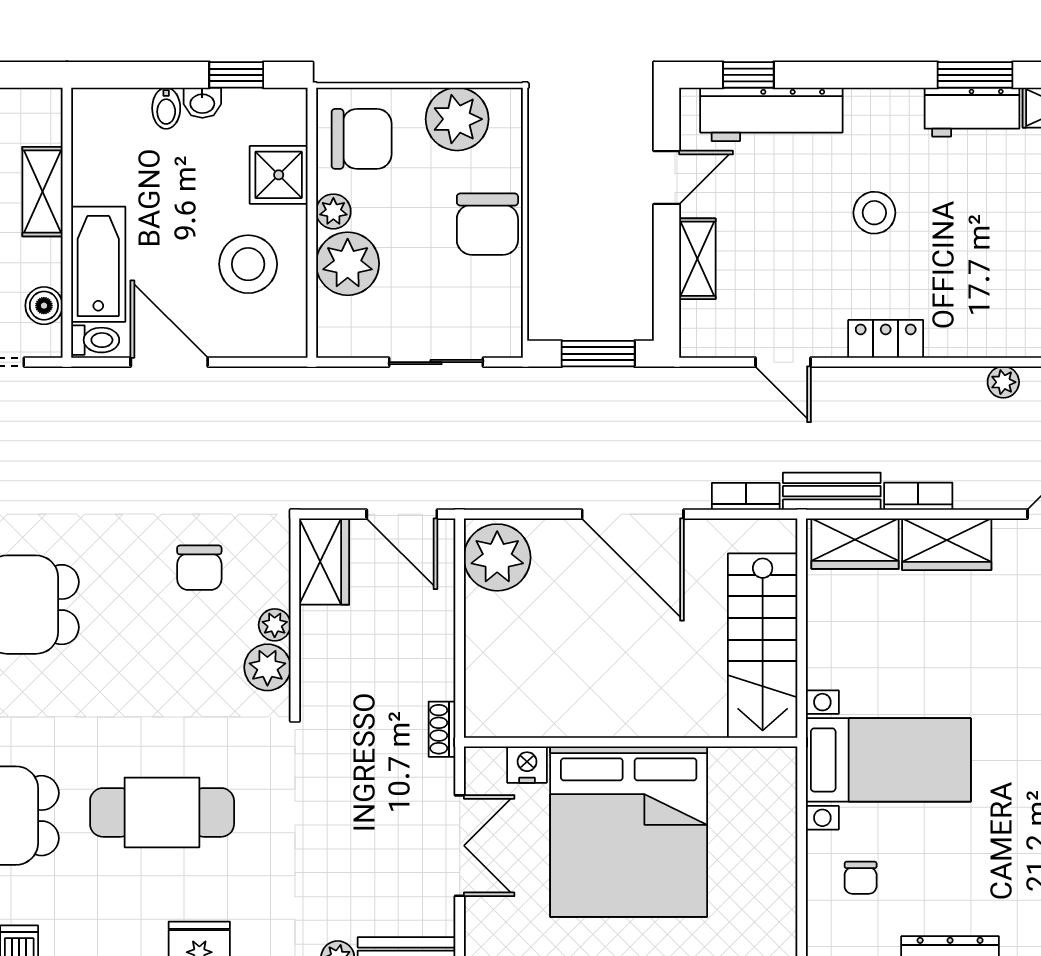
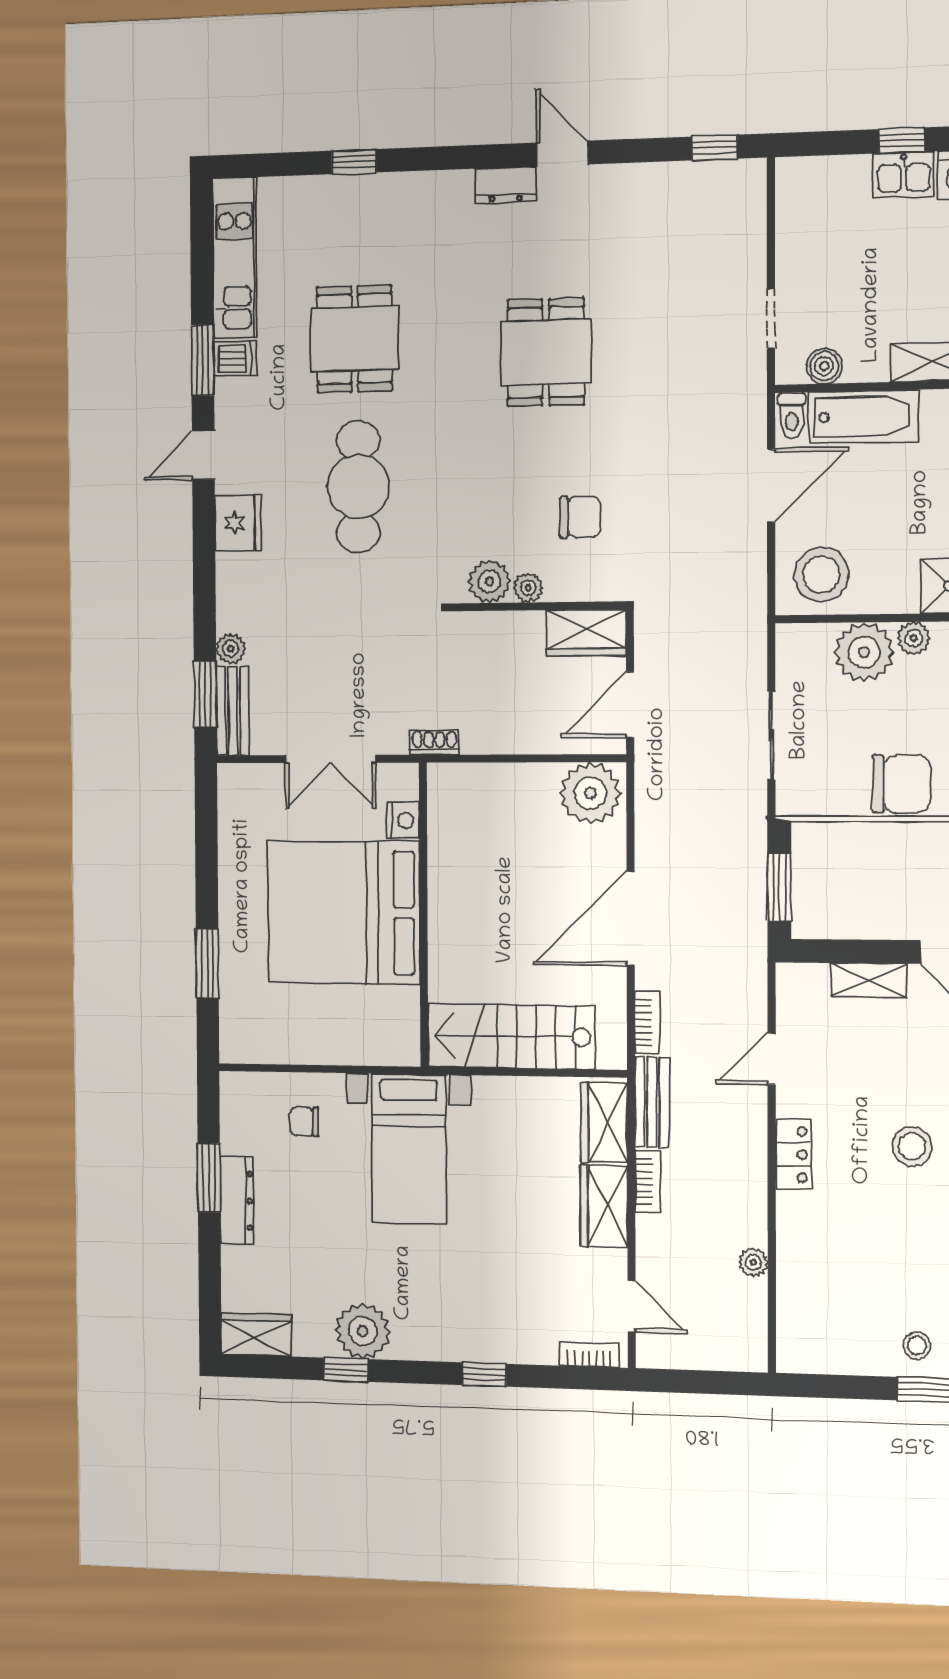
chair: (487, 224) -> (902, 784), turned 180
stool: (248, 264) -> (821, 575), moved
chair: (199, 568) -> (580, 517), turned 180

